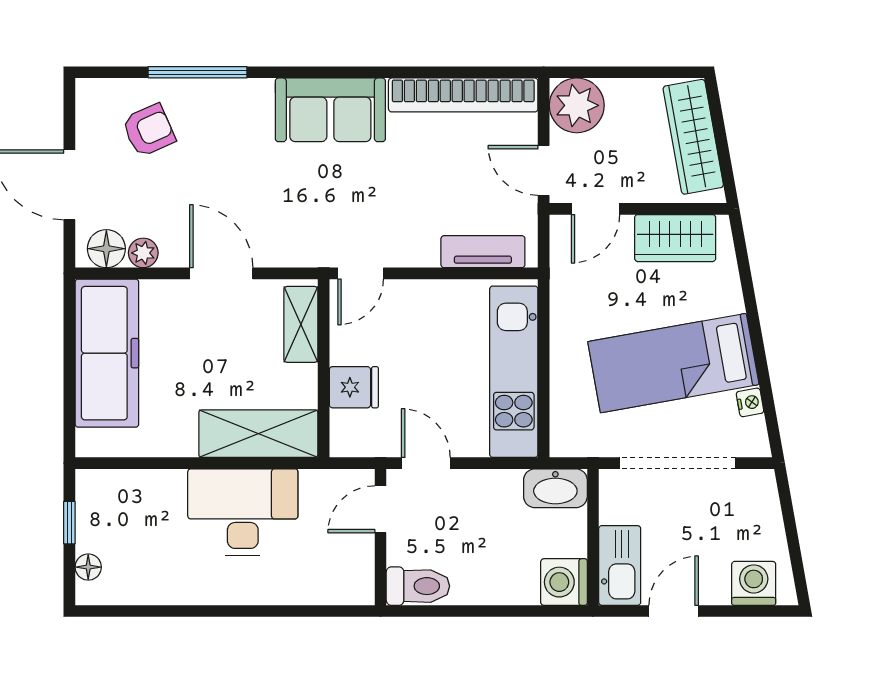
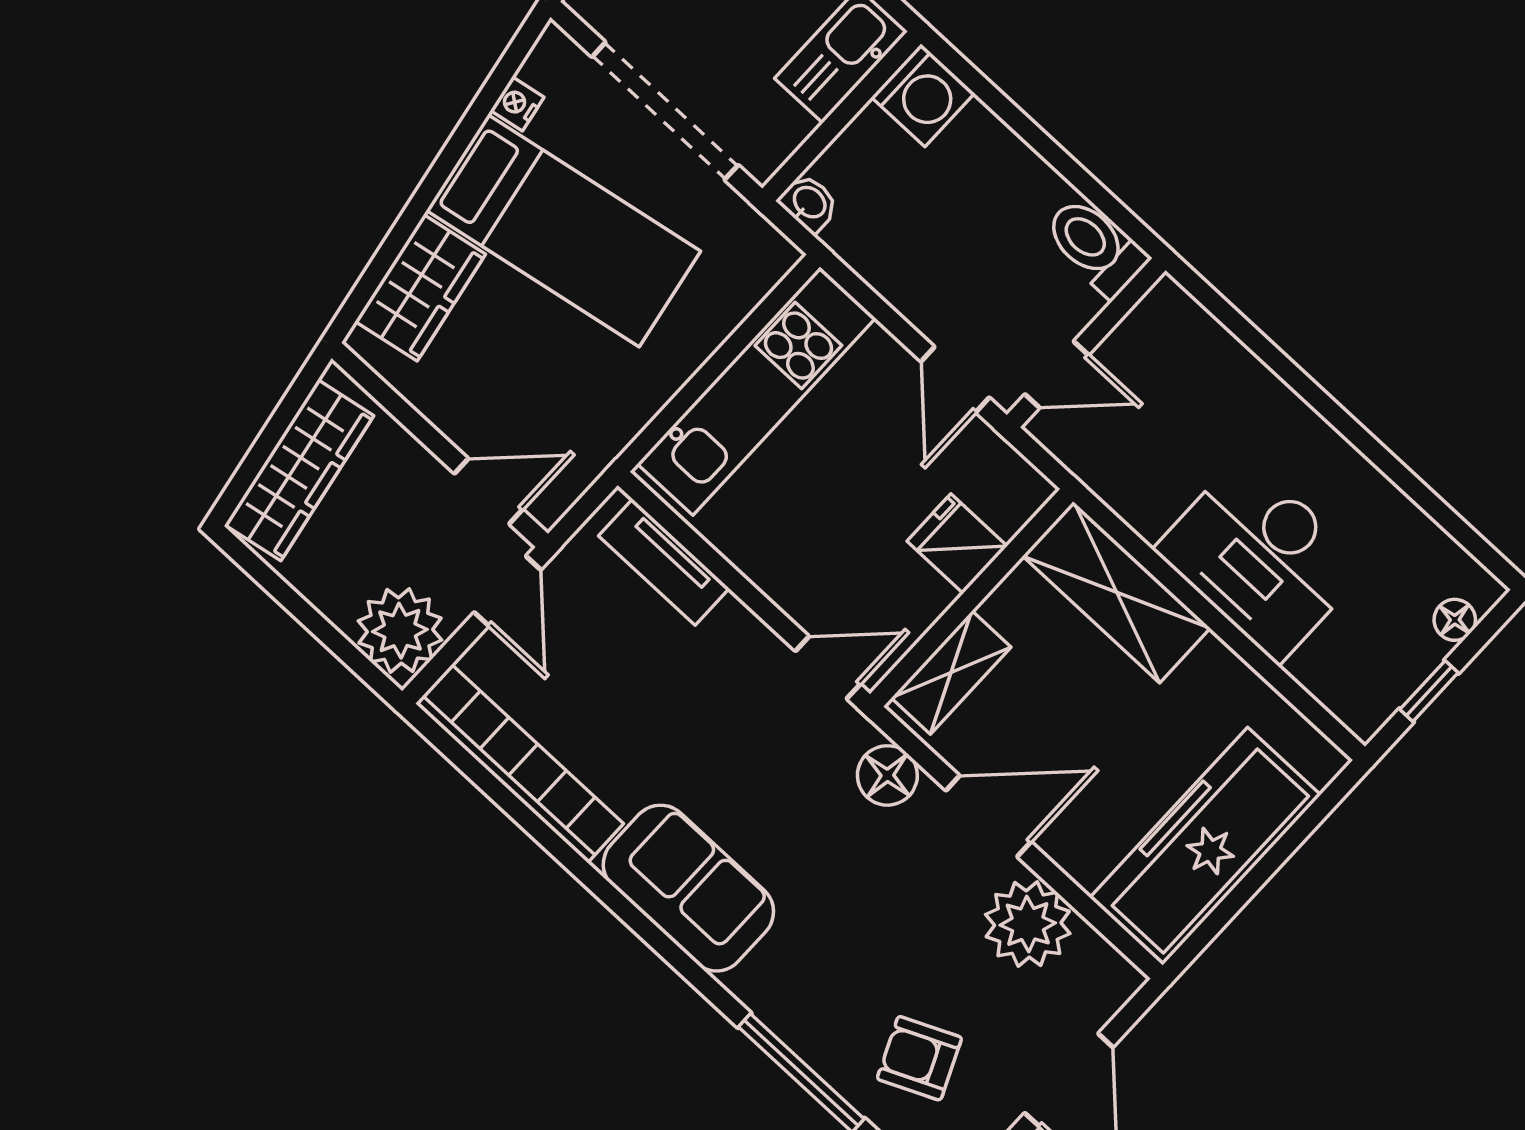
wardrobe: (675, 238) -> (420, 288), moved, turned 80
floor lamp: (106, 249) -> (887, 775), moved
plant: (143, 253) -> (1028, 924), width x1.88, depth x1.88
door: (221, 273) -> (988, 816), swing flipped
washbasin: (555, 488) -> (809, 203), width x0.52, depth x0.69
desk: (243, 512) -> (1261, 558), moved

